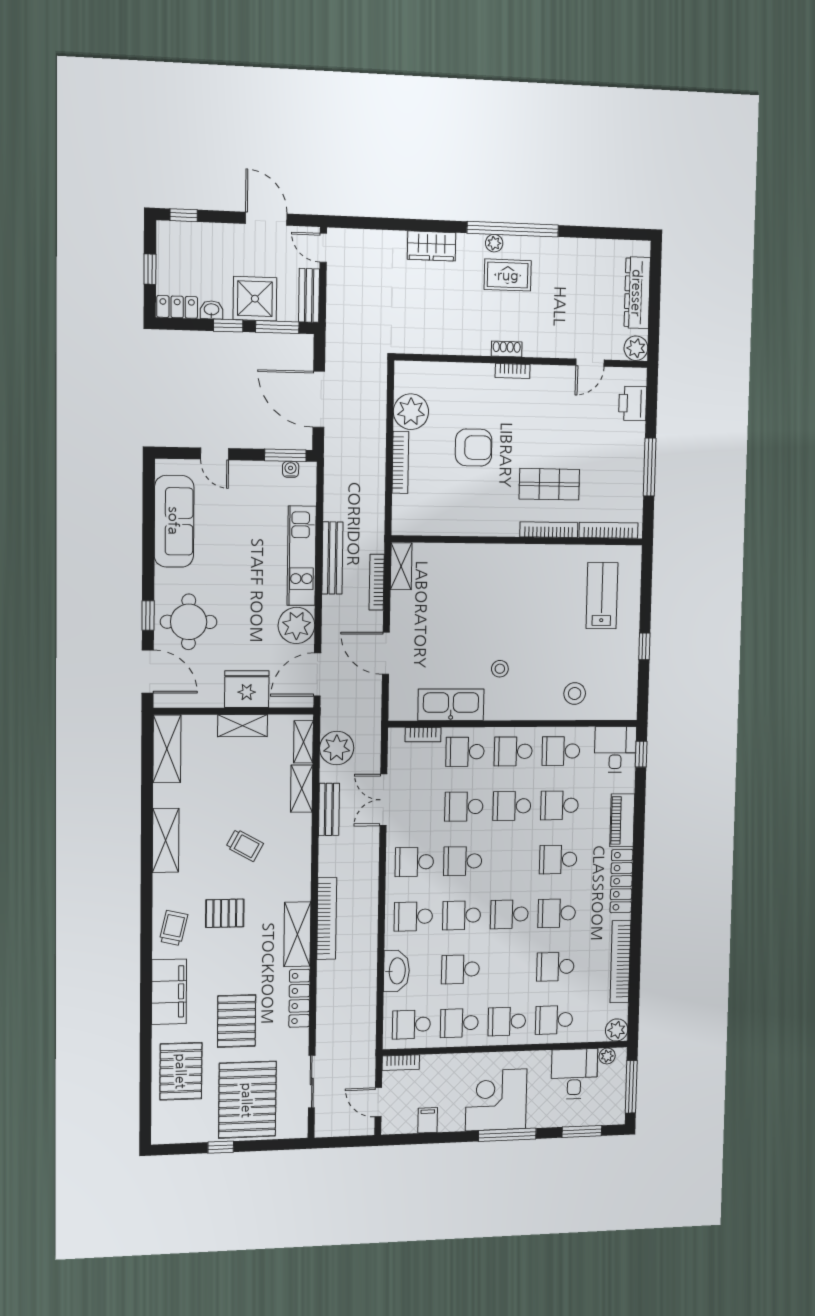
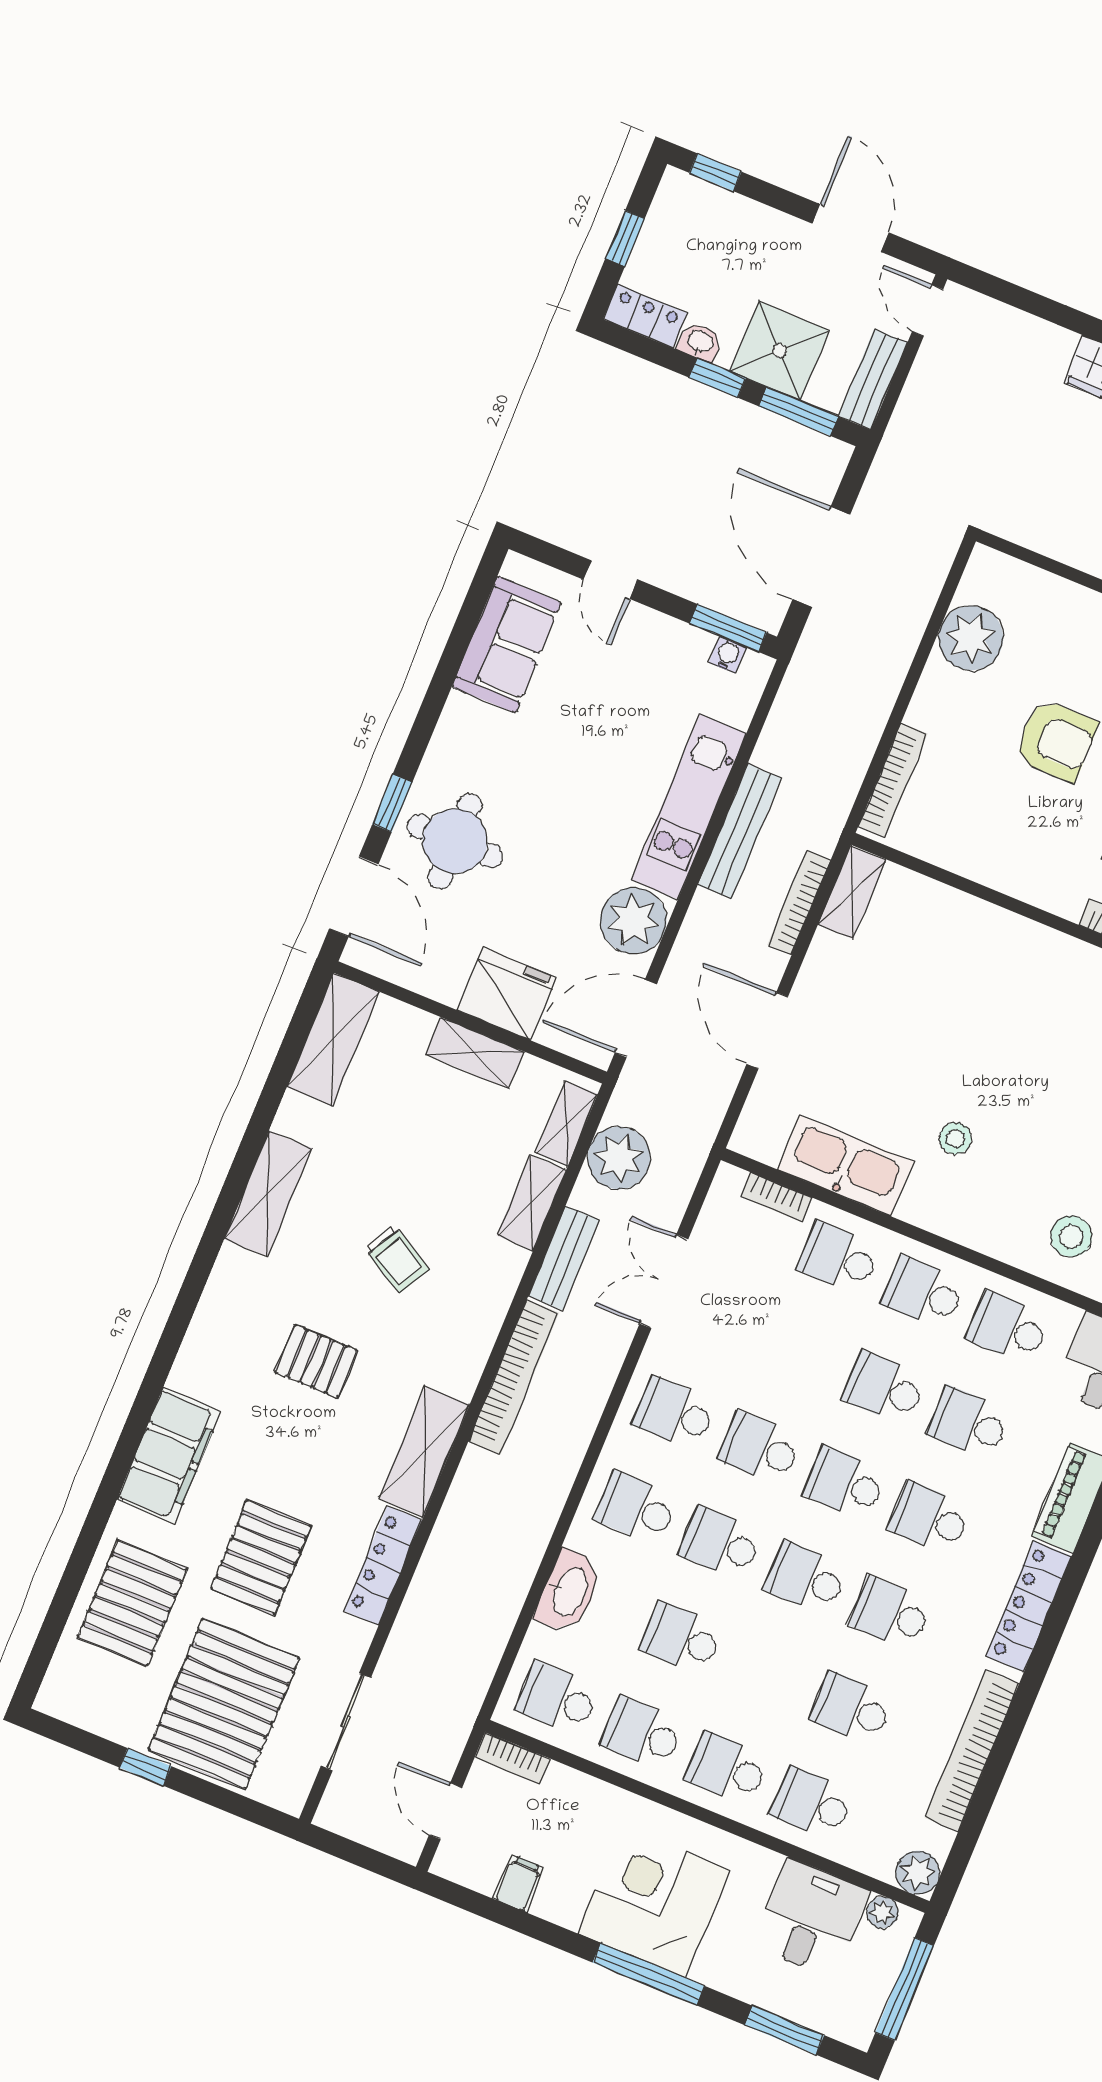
bookcase: (400, 462) -> (893, 780), moved
sofa: (174, 521) -> (507, 644), width x0.73
school desk: (464, 807) -> (845, 1483), moved
bookcase: (327, 918) -> (514, 1377), moved
trolley: (174, 928) -> (220, 1349), removed

